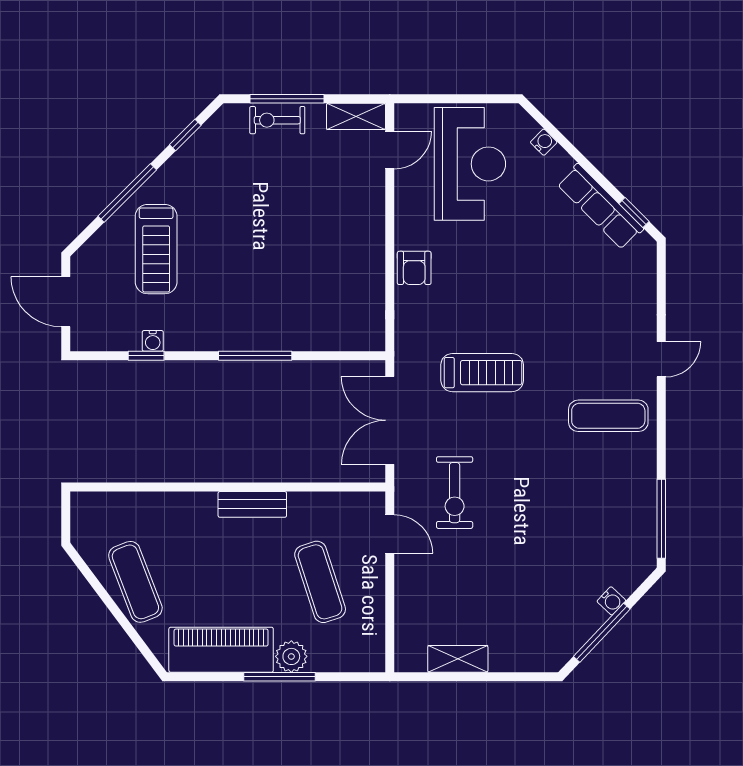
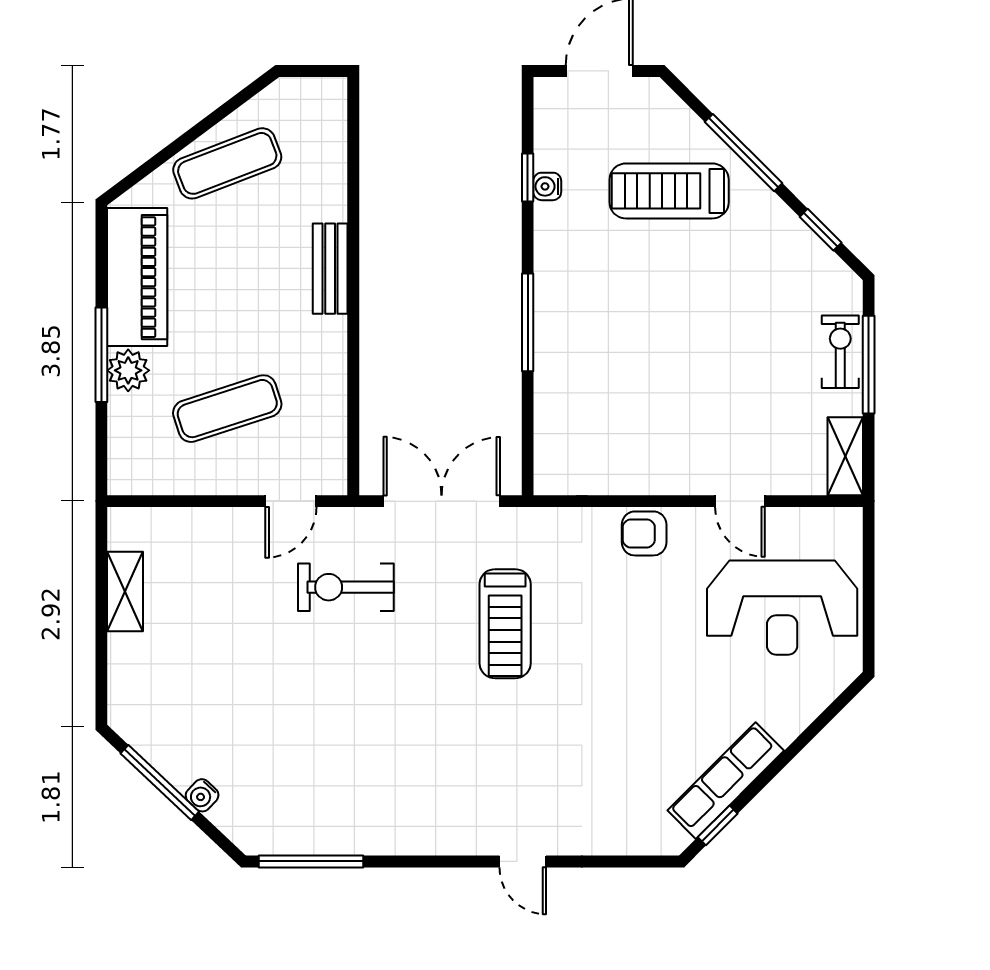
water cooler: (544, 142) -> (811, 705), removed
door: (390, 150) -> (740, 501), moved
exercise mat: (608, 416) -> (448, 791), removed
bench: (252, 504) -> (330, 269), moved

